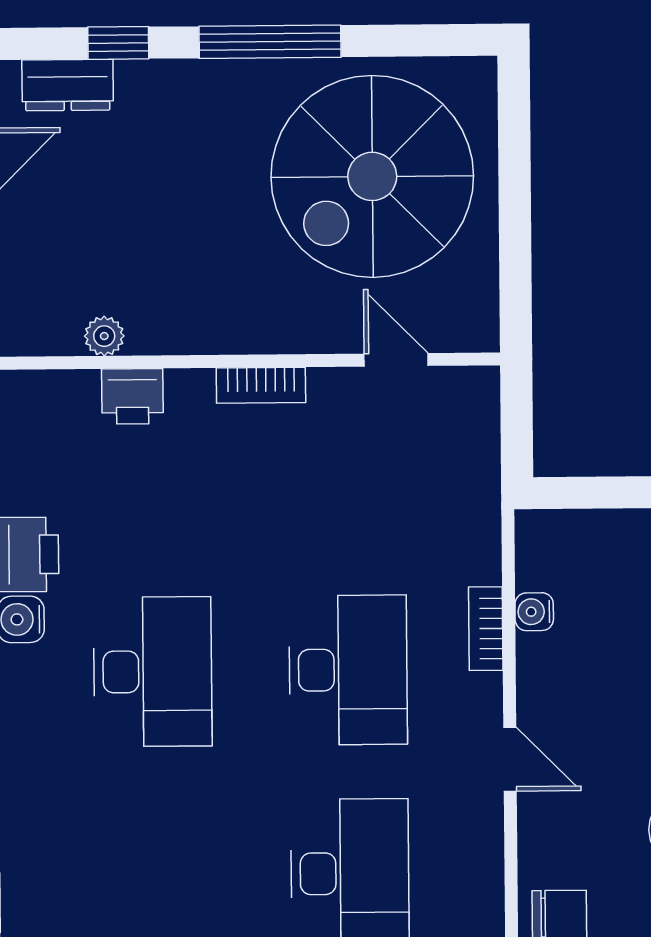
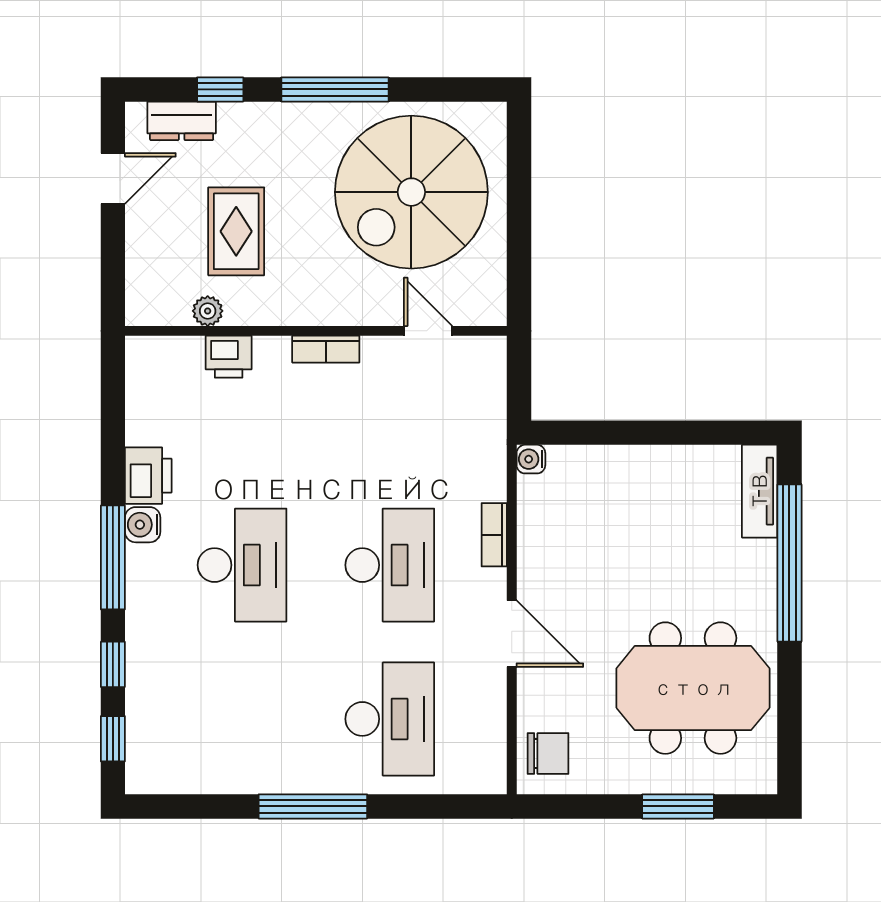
rug: (141, 230) -> (236, 231), added
water cooler: (534, 612) -> (531, 459), moved
door: (510, 759) -> (512, 634), width x1.38

